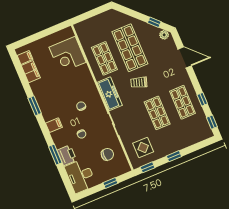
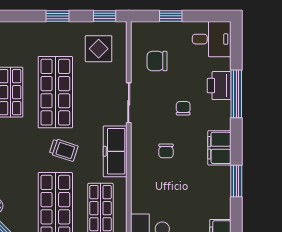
shop shelf: (157, 113) -> (55, 92), width x1.43, depth x1.36
filing cabinet: (54, 125) -> (219, 148), width x2.00
window: (55, 155) -> (236, 94), width x1.44
desk: (80, 176) -> (212, 39), width x0.73

